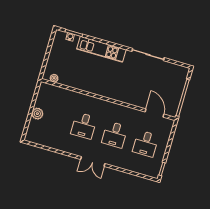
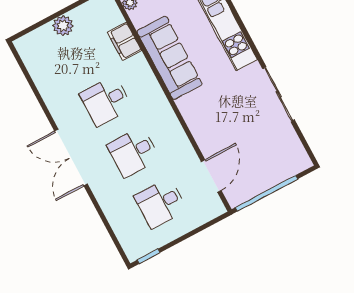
sofa: (91, 84) -> (170, 58), added
filing cabinet: (67, 95) -> (124, 41), added
double door: (93, 161) -> (71, 157), width x1.37

